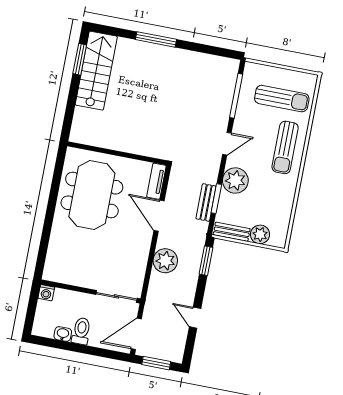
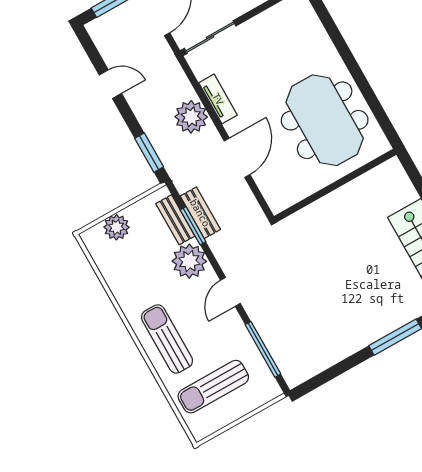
tv unit: (156, 181) -> (218, 99), moved
door: (159, 216) -> (237, 158), hinge flipped
bench: (232, 232) -> (175, 220), moved, turned 90

